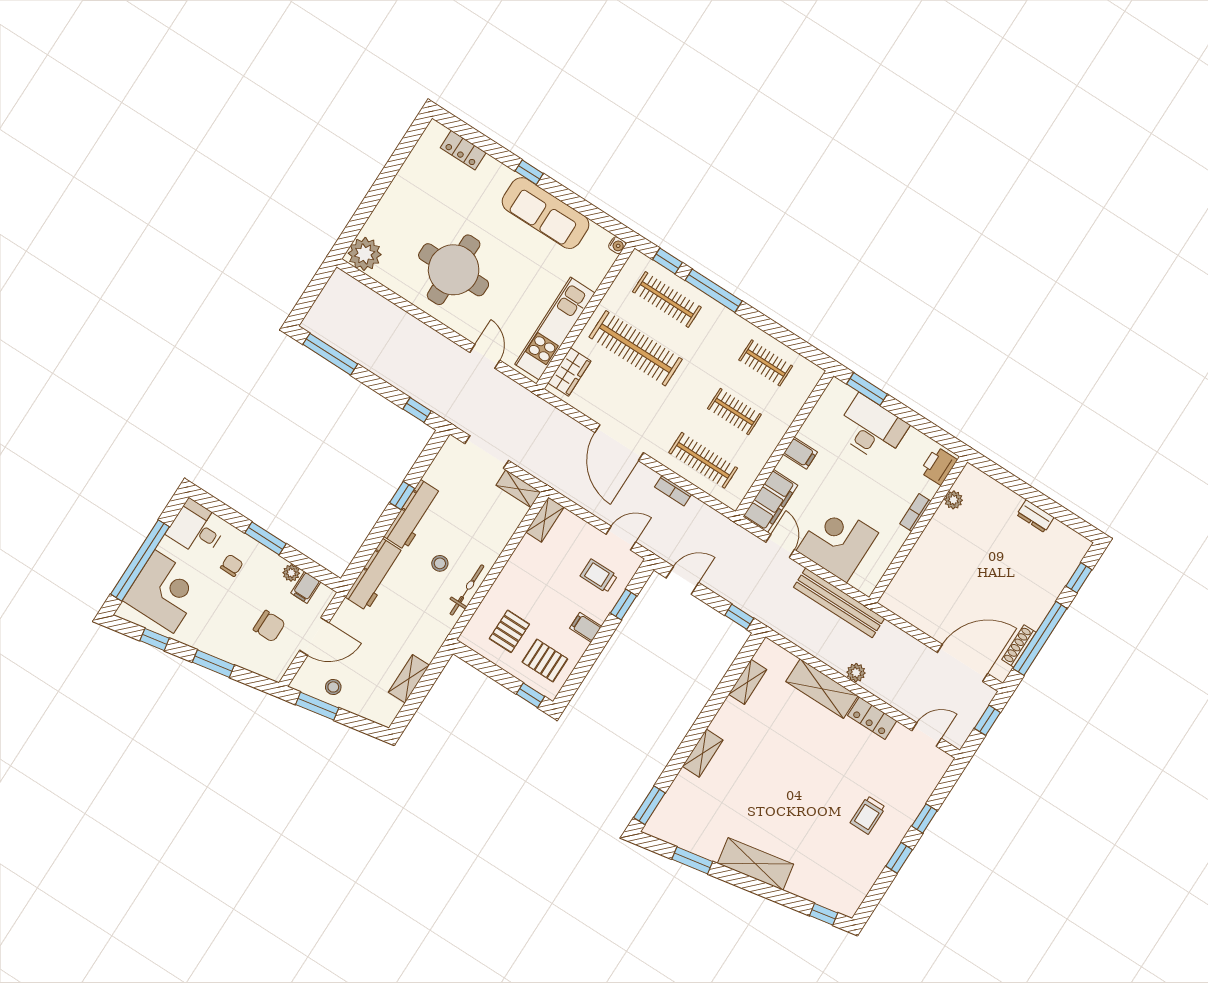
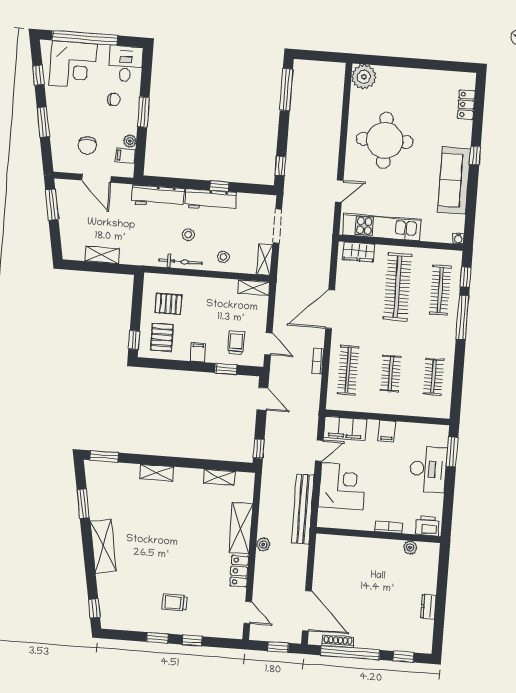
stool: (333, 687) -> (223, 257), moved

